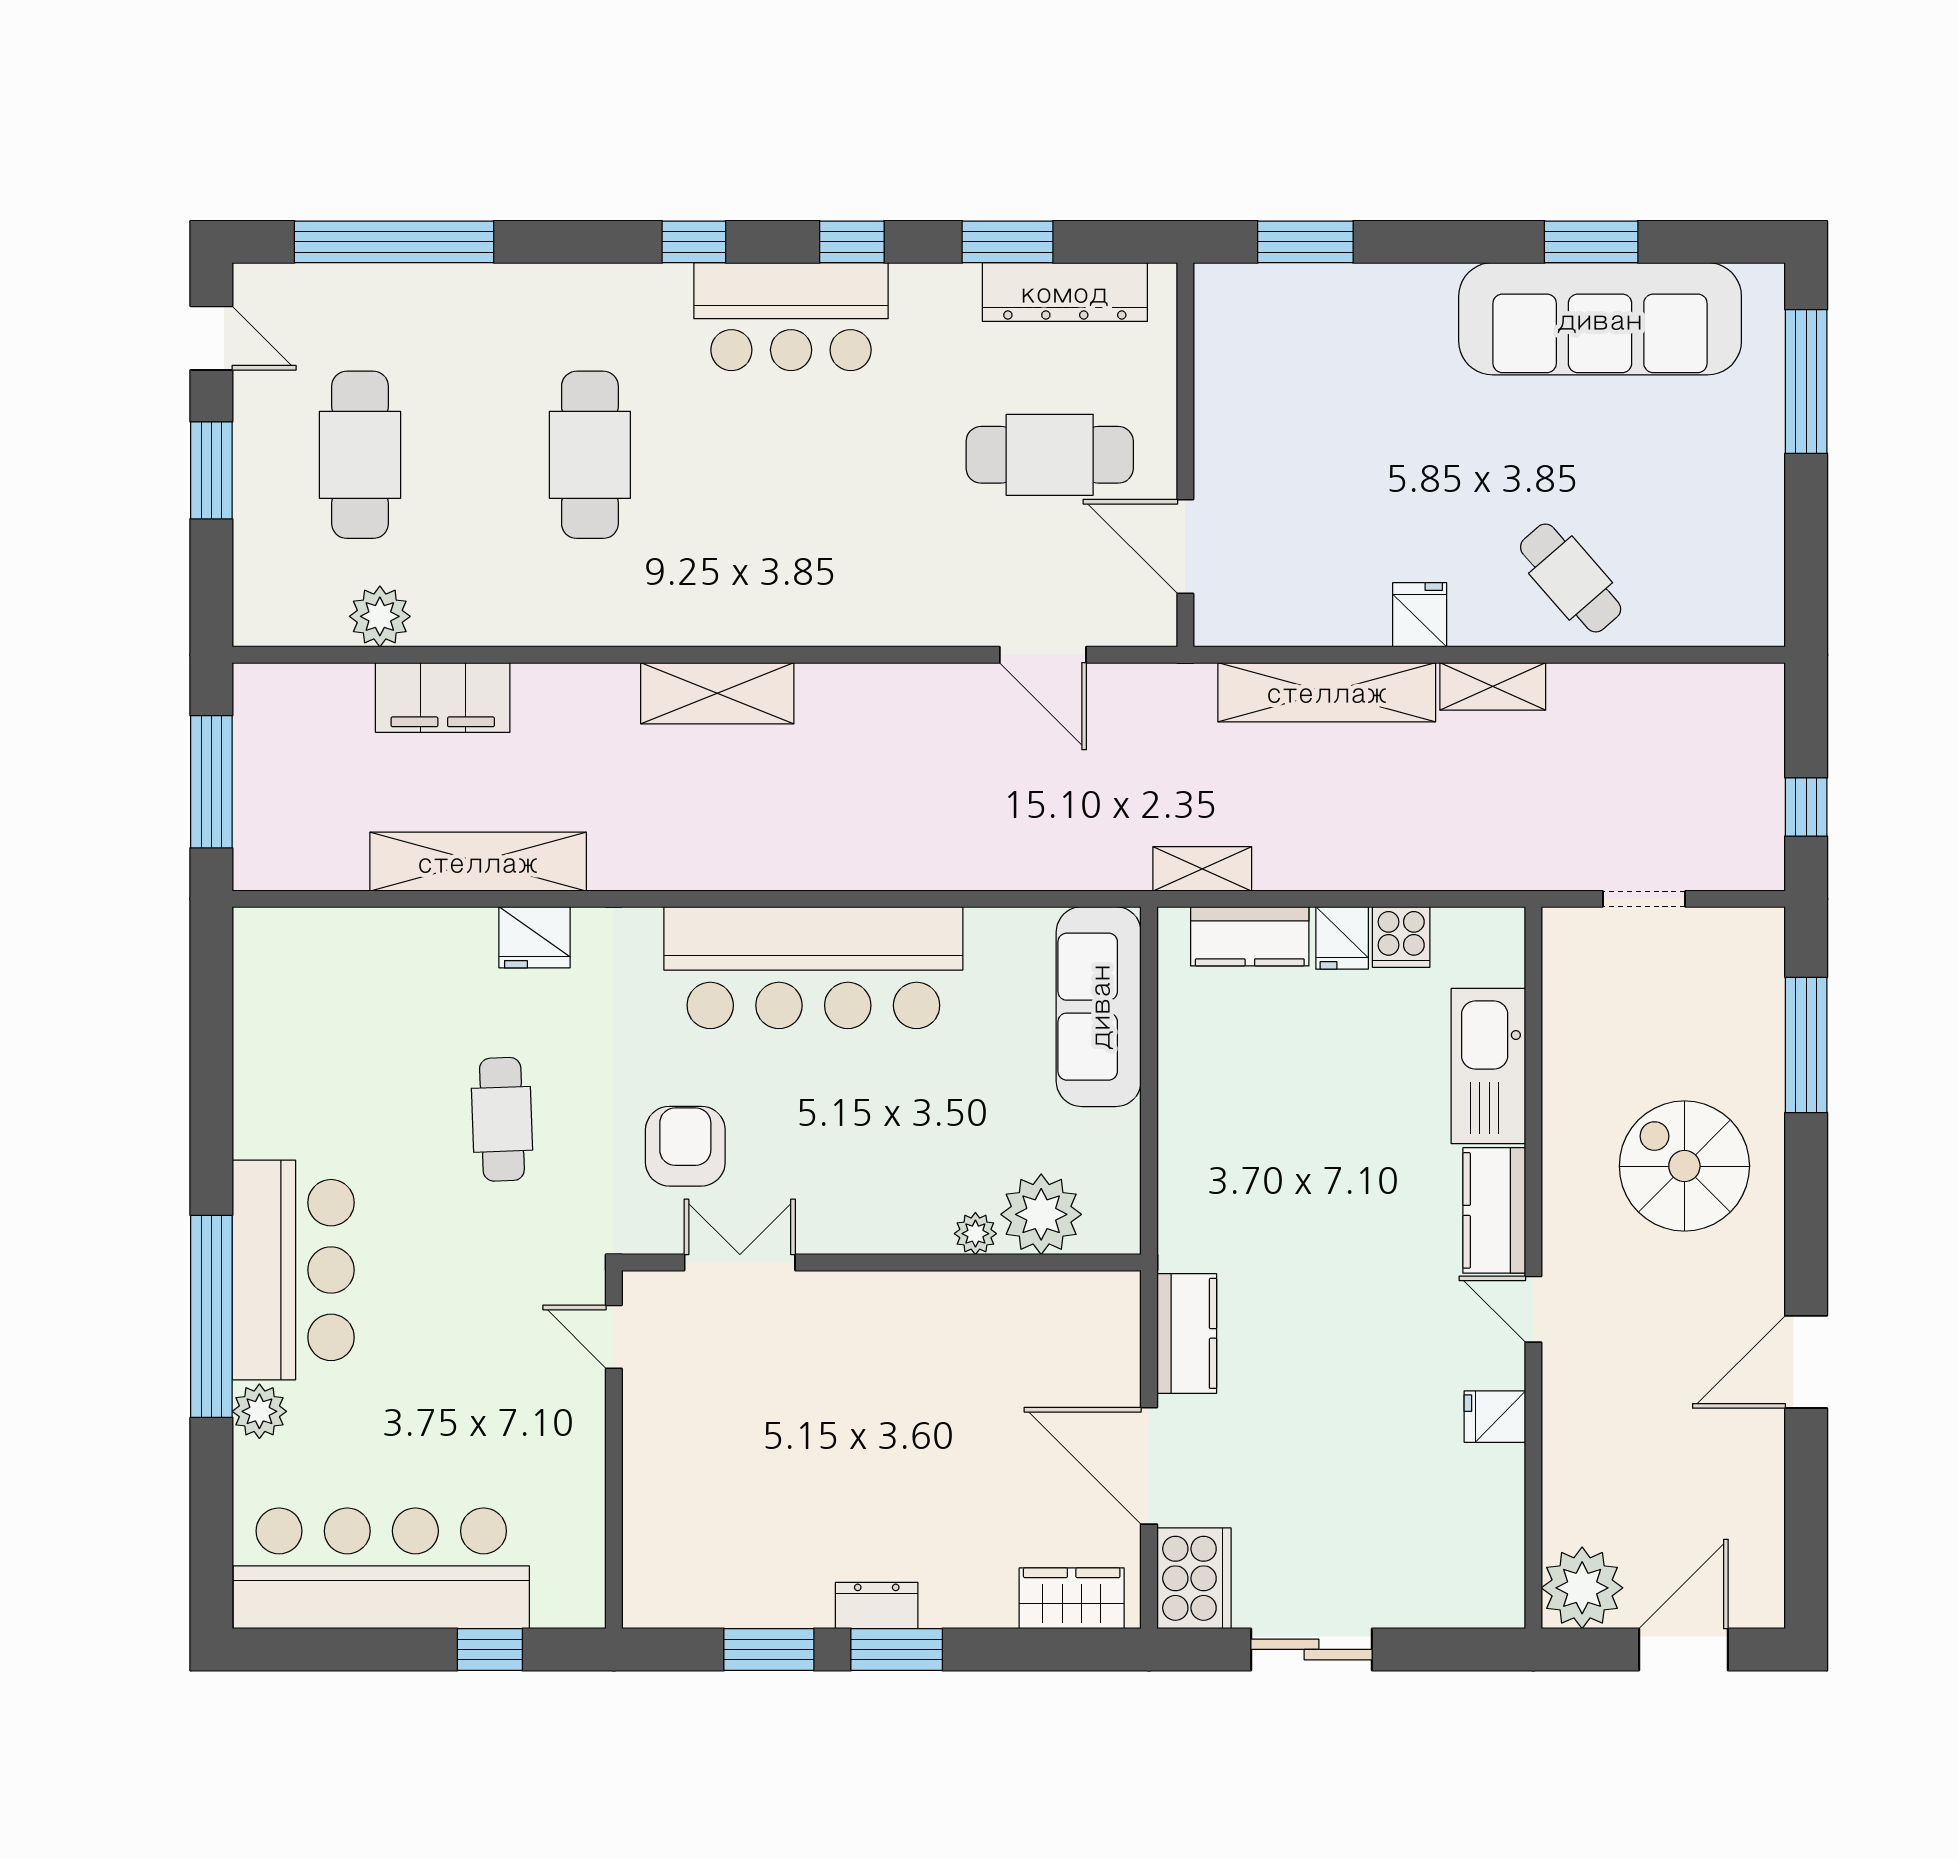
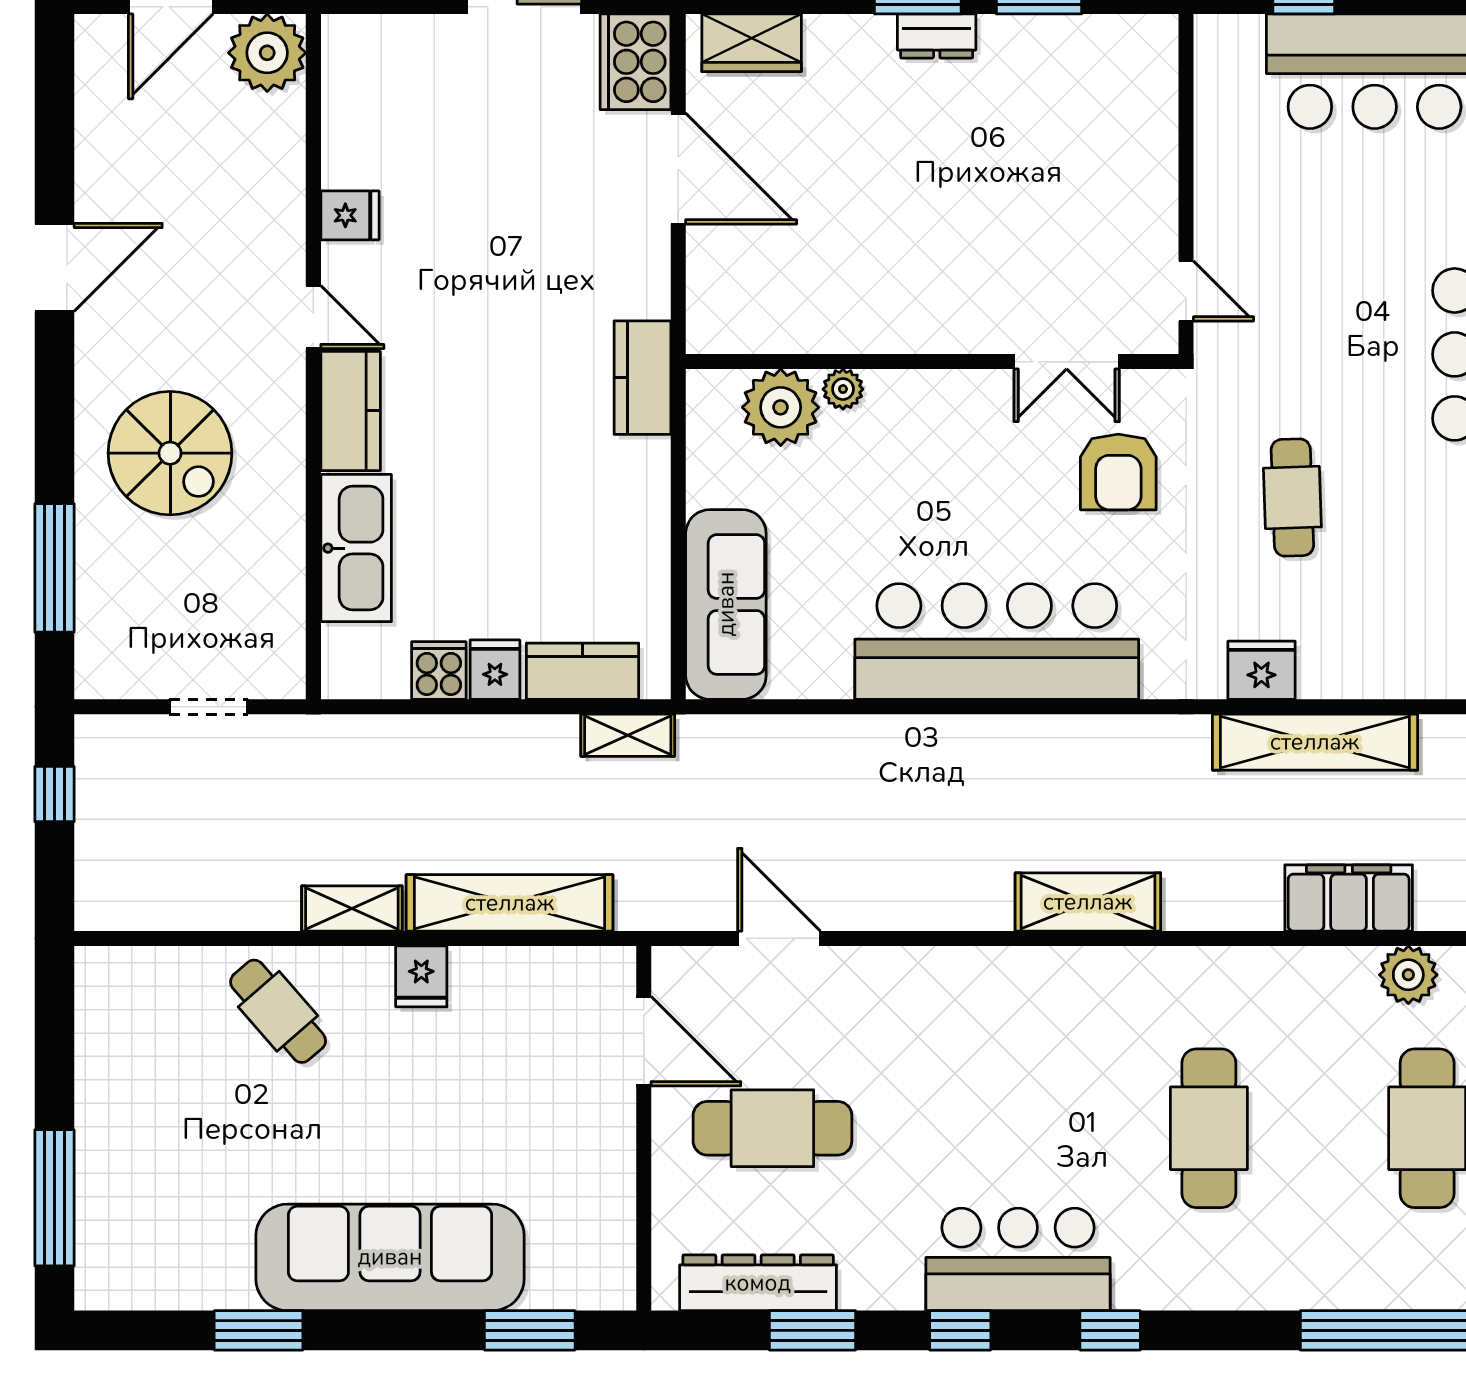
sofa: (1600, 319) -> (390, 1257), moved
kitchen counter: (1187, 1333) -> (642, 378), moved

